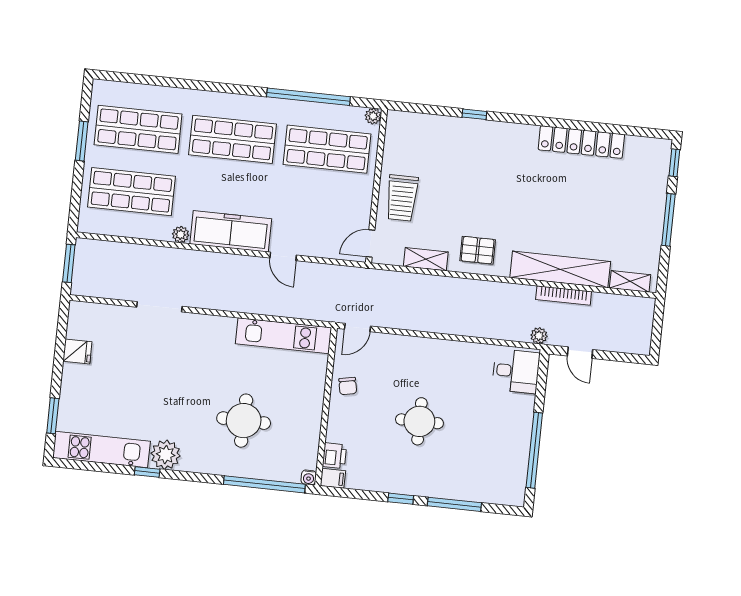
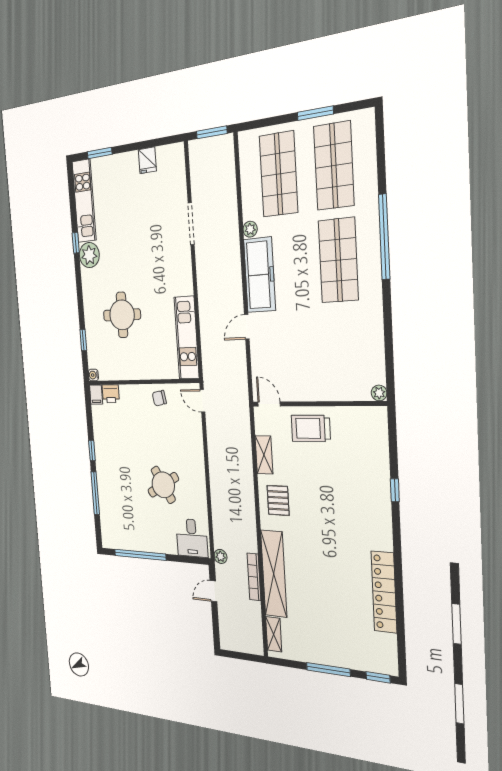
window: (308, 97) -> (384, 237), moved
shop shelf: (327, 149) -> (343, 353), removed
round table: (419, 421) -> (163, 485), moved, turned -30
window: (264, 484) -> (83, 340), width x0.32

